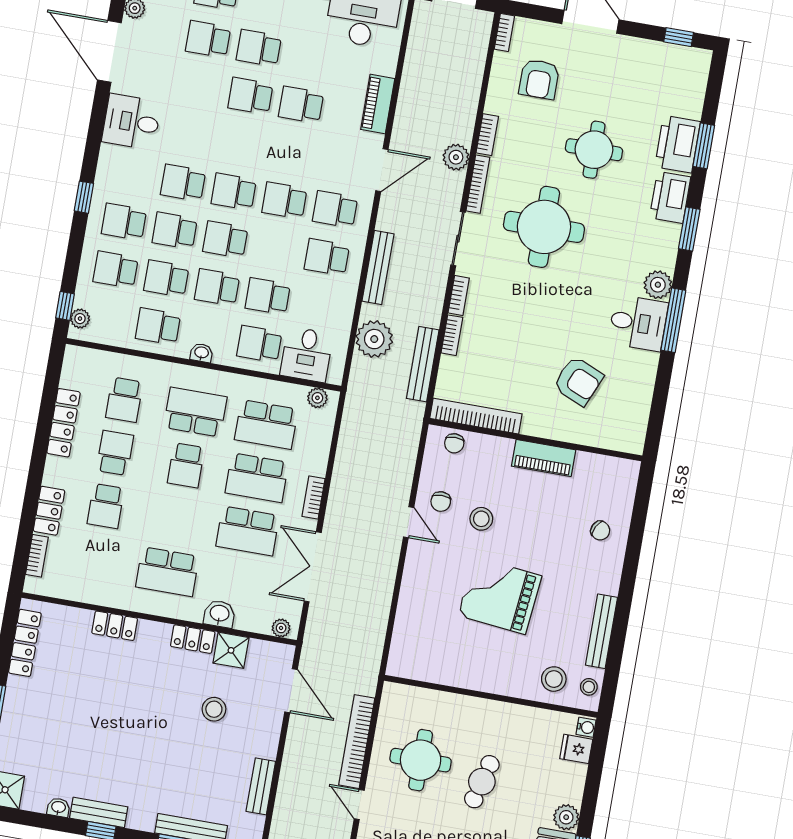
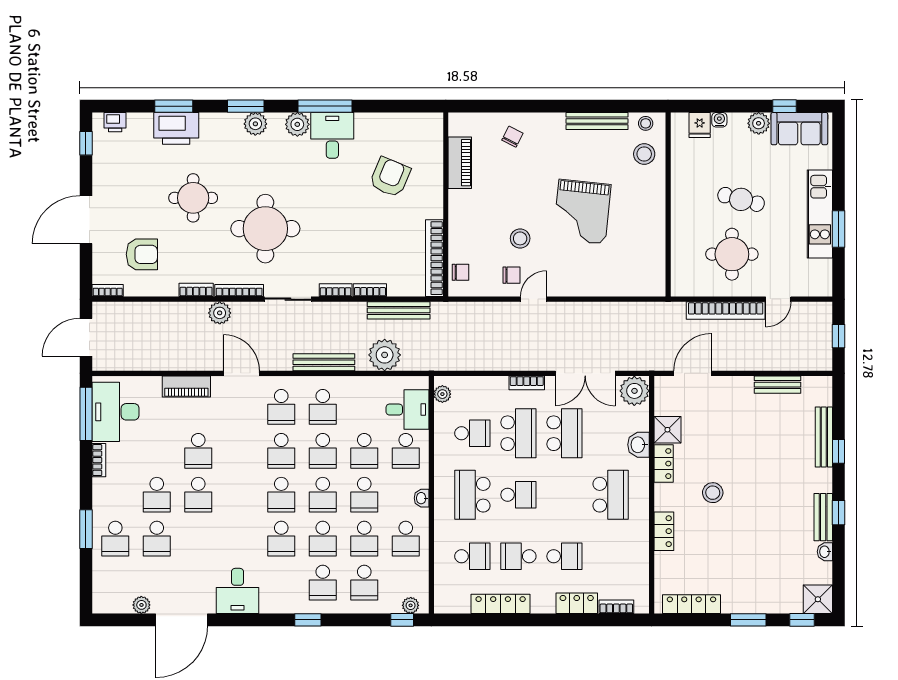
printer: (670, 197) -> (115, 122), moved, width x0.53, depth x0.68
plant: (667, 236) -> (255, 124), added
school desk: (276, 248) -> (323, 451), added
school desk: (266, 425) -> (472, 433), width x0.54
piano: (544, 458) -> (460, 163), moved
plant: (281, 628) -> (634, 391), width x1.88, depth x1.88
stool: (214, 709) -> (713, 493), moved
water cooler: (586, 727) -> (719, 120), moved

